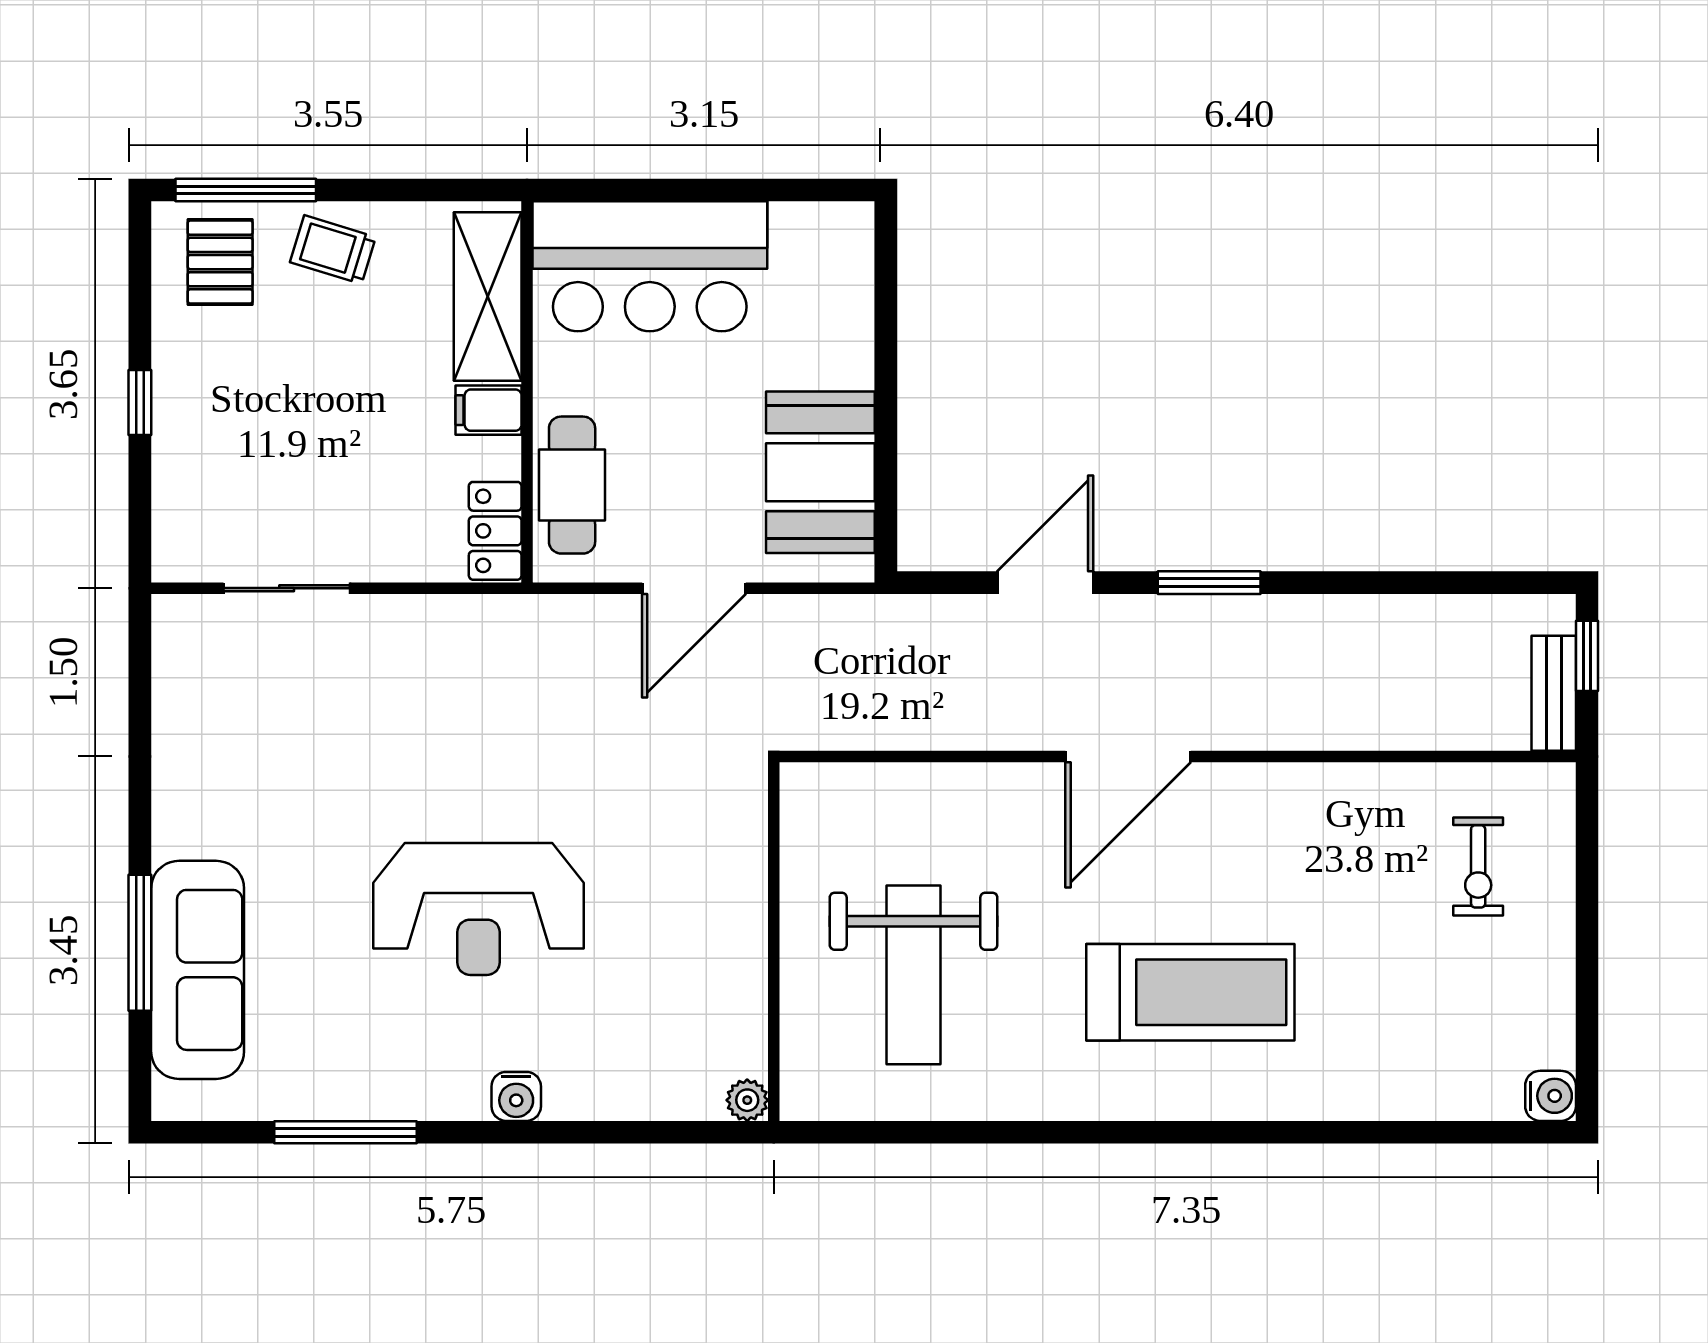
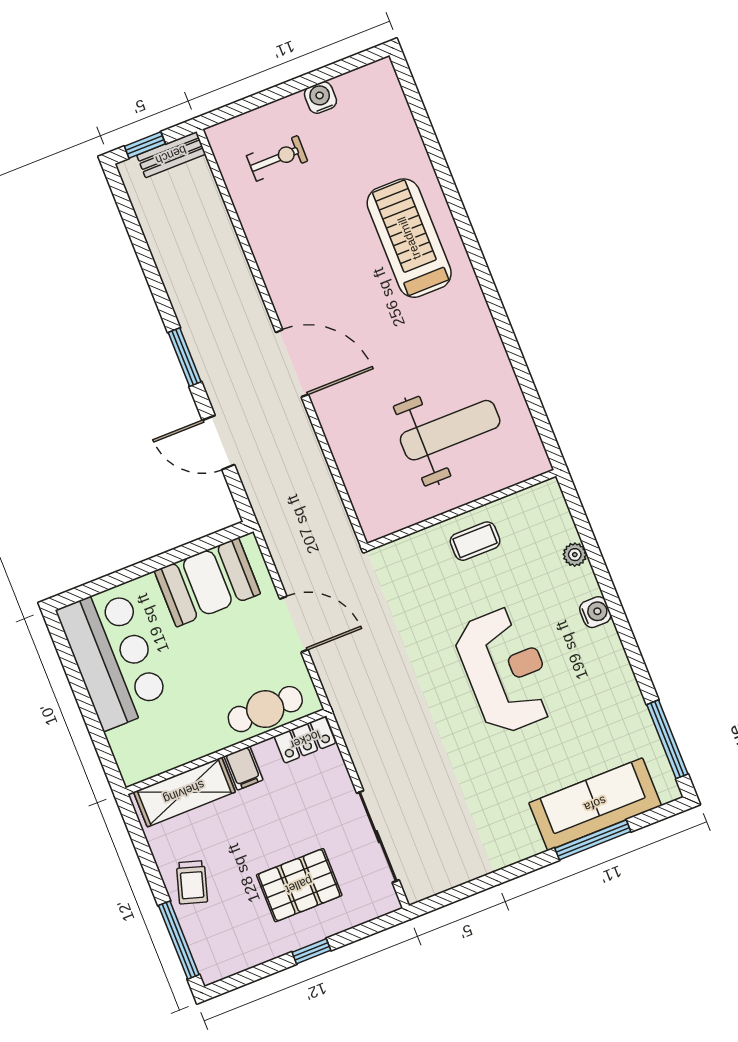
pallet: (220, 262) -> (299, 885), moved, width x1.50, depth x1.42
bar counter: (650, 266) -> (113, 658), moved
sliding door: (287, 588) -> (378, 837), width x1.37
coffee table: (713, 943) -> (475, 541), added
treadmill: (1190, 992) -> (409, 238), moved
water cooler: (1551, 1096) -> (320, 98), moved
plant: (747, 1100) -> (575, 555), moved
window: (345, 1132) -> (667, 739), moved

